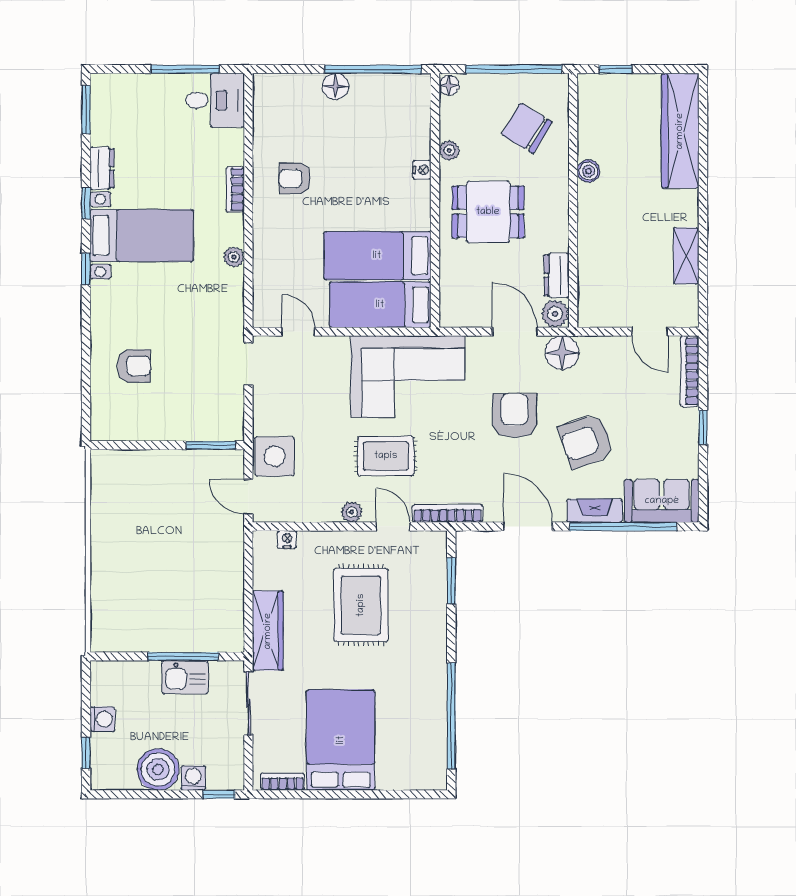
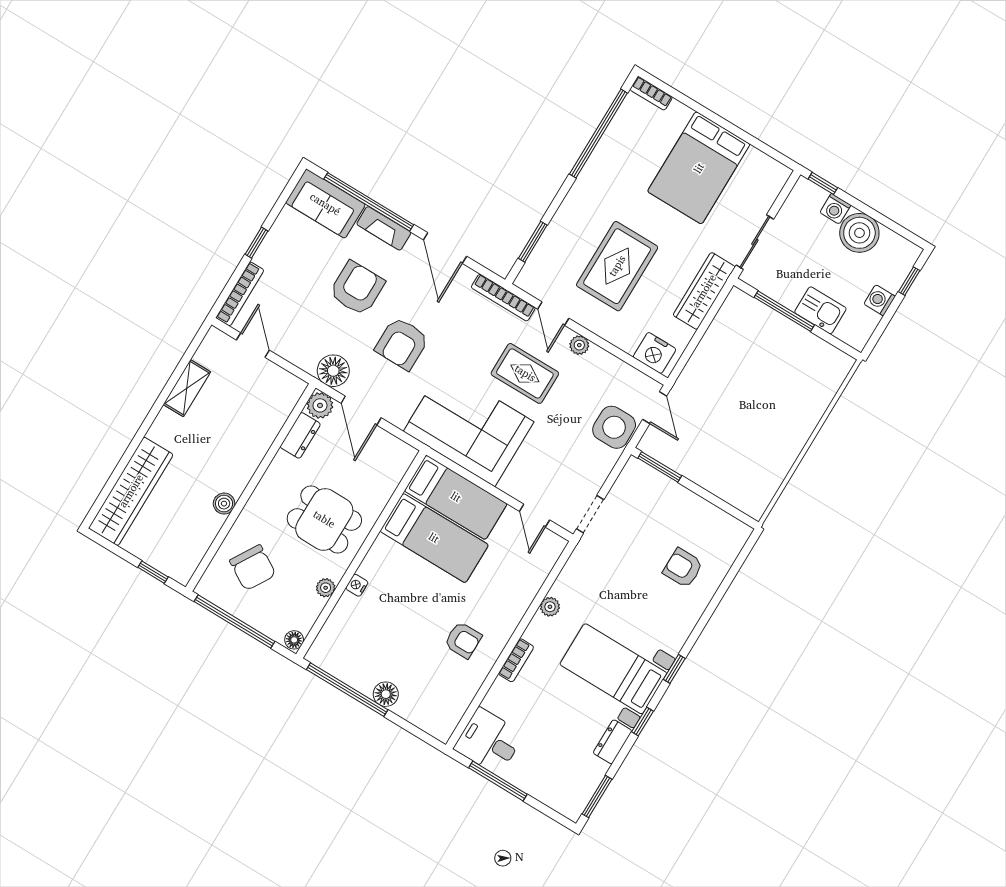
armchair: (586, 441) -> (357, 288), turned -71
nightstand: (287, 539) -> (655, 353), width x1.89, depth x1.79
kitchen sink: (185, 677) -> (820, 310), moved
bookcase: (283, 782) -> (651, 93), moved

